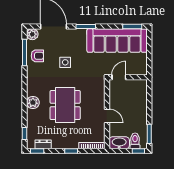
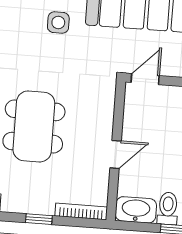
side table: (65, 62) -> (58, 23), moved
door: (107, 116) -> (116, 154), hinge flipped

